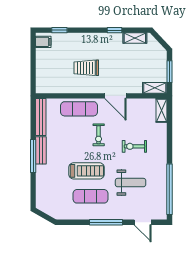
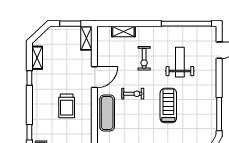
shelving: (162, 110) -> (123, 31), moved
exercise mat: (90, 196) -> (193, 102), removed
window: (106, 222) -> (219, 114), moved

